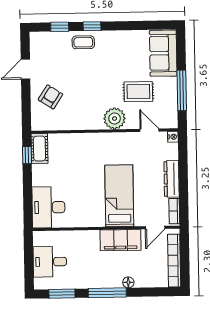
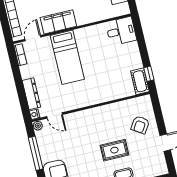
rug: (138, 92) -> (114, 150), moved
plant: (115, 118) -> (38, 126), moved, width x0.53, depth x0.53
dresser: (172, 179) -> (31, 94), moved
desk: (49, 207) -> (121, 31), width x0.73

